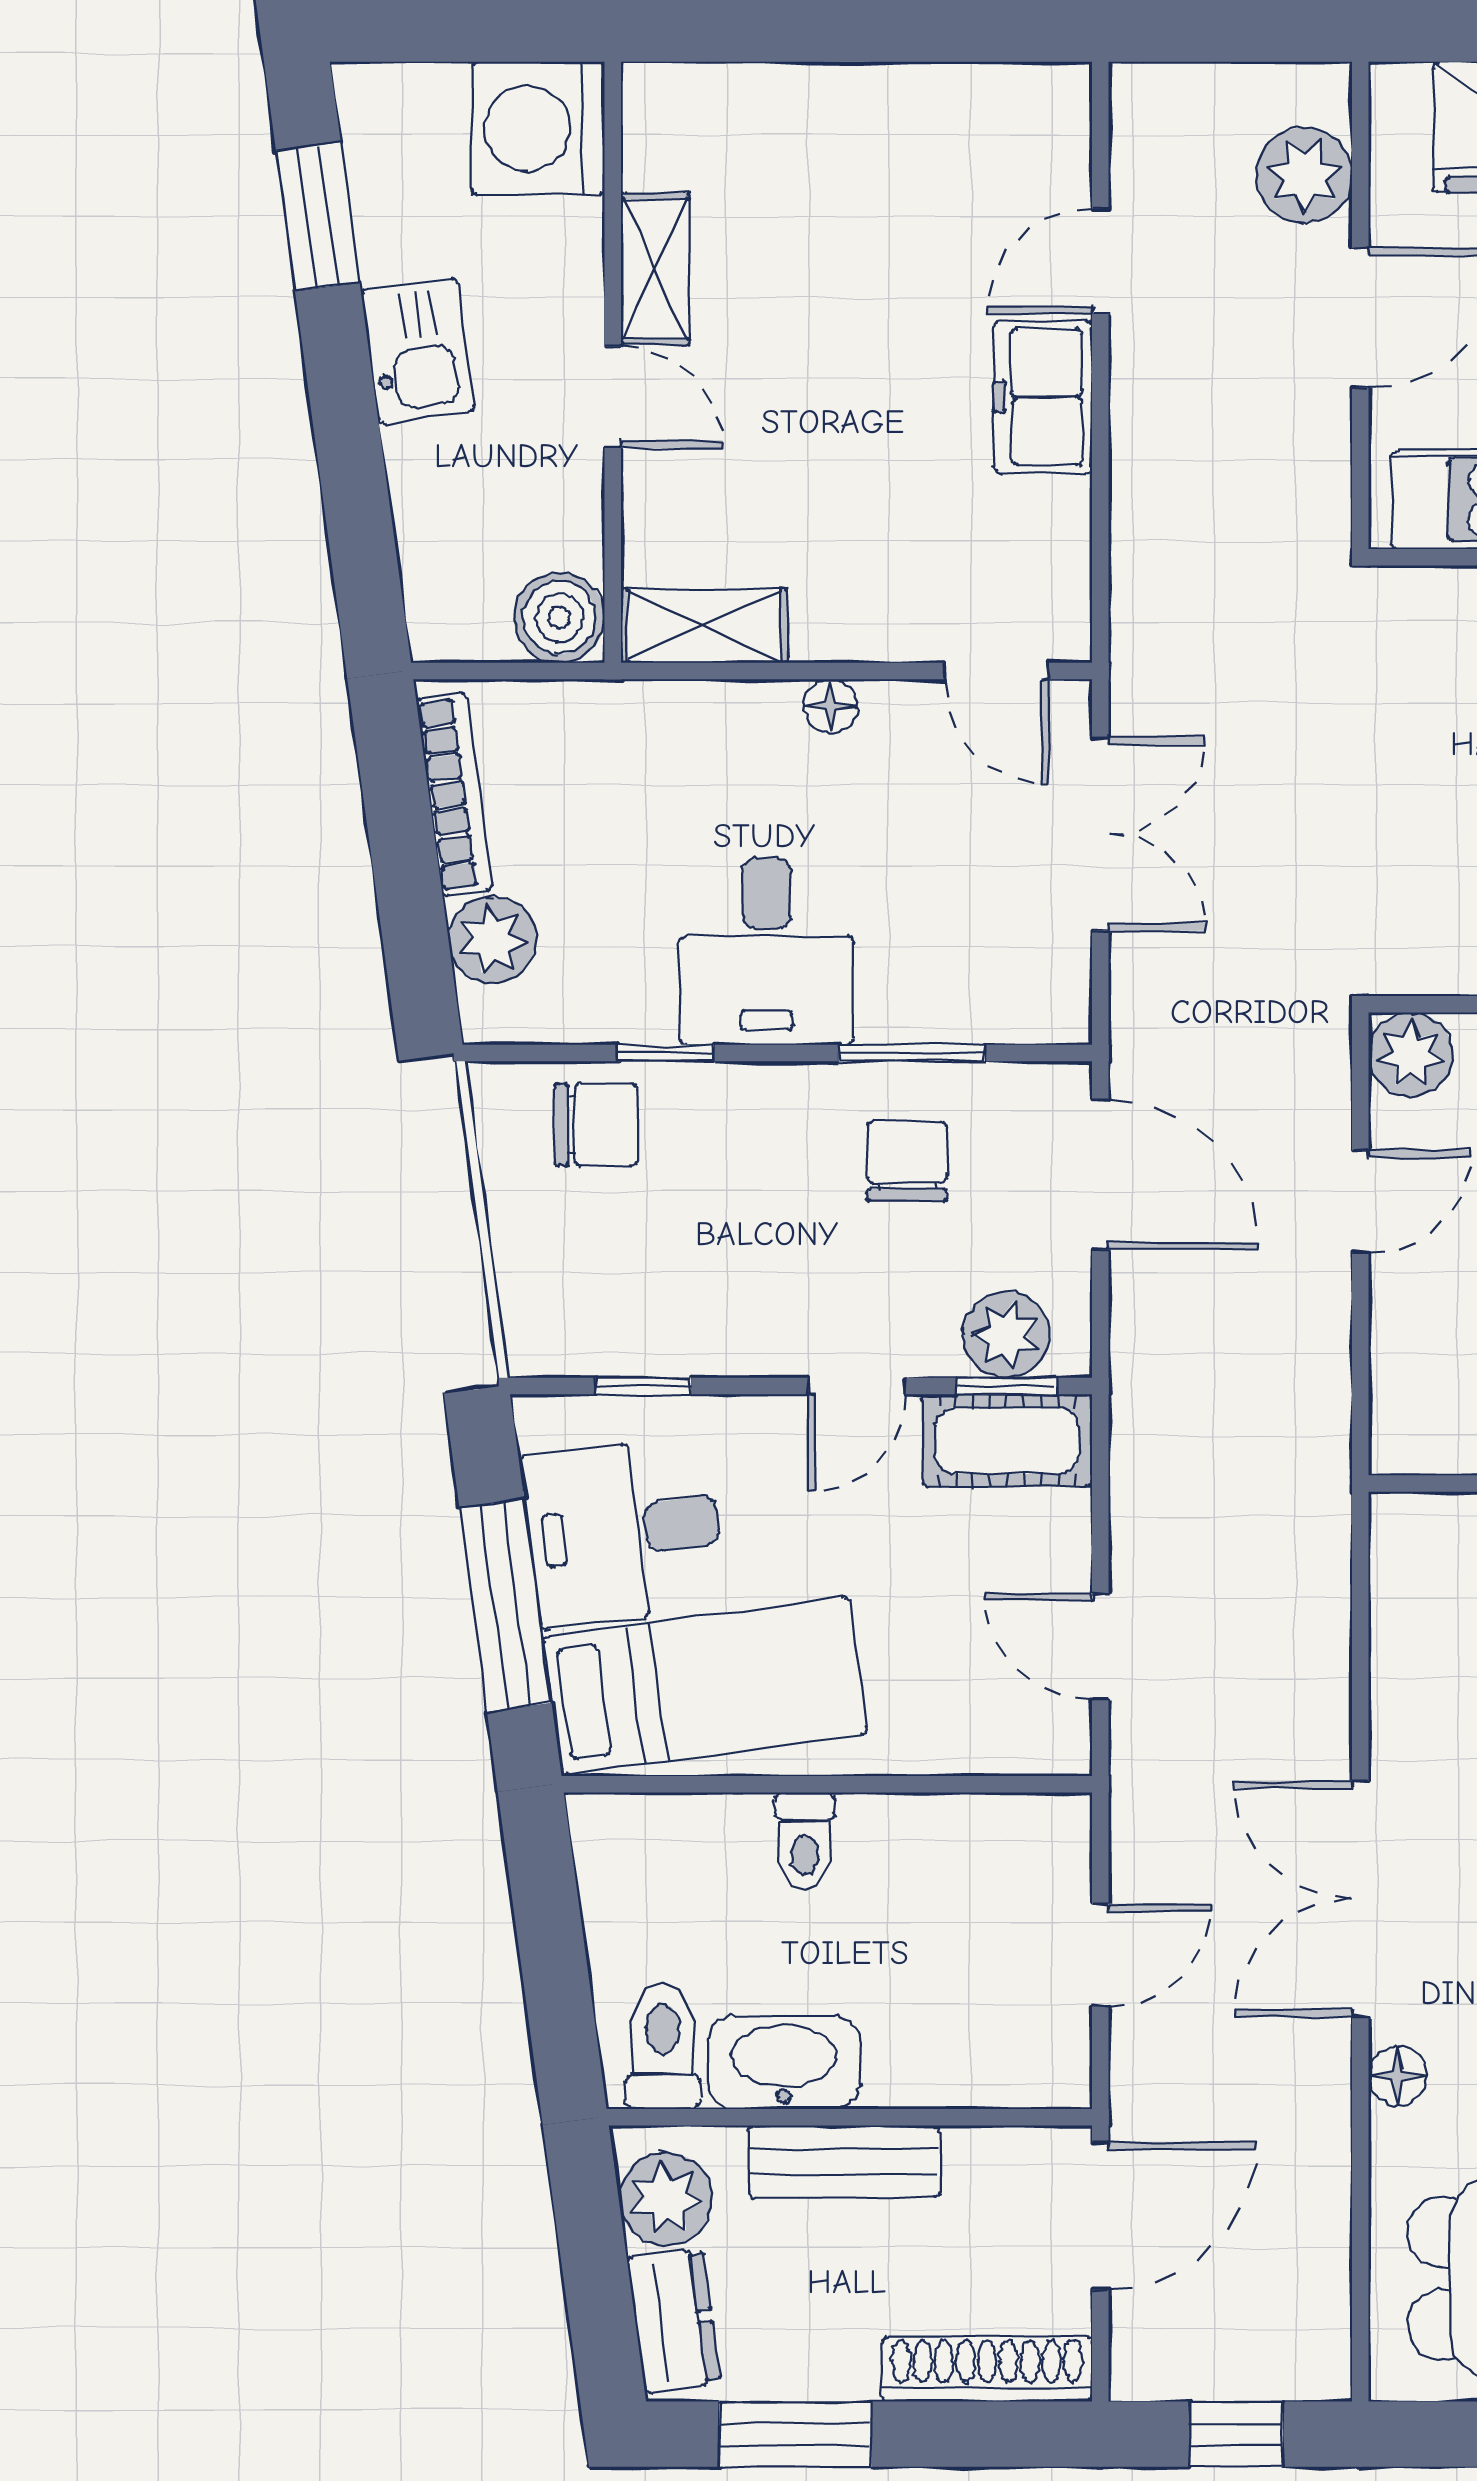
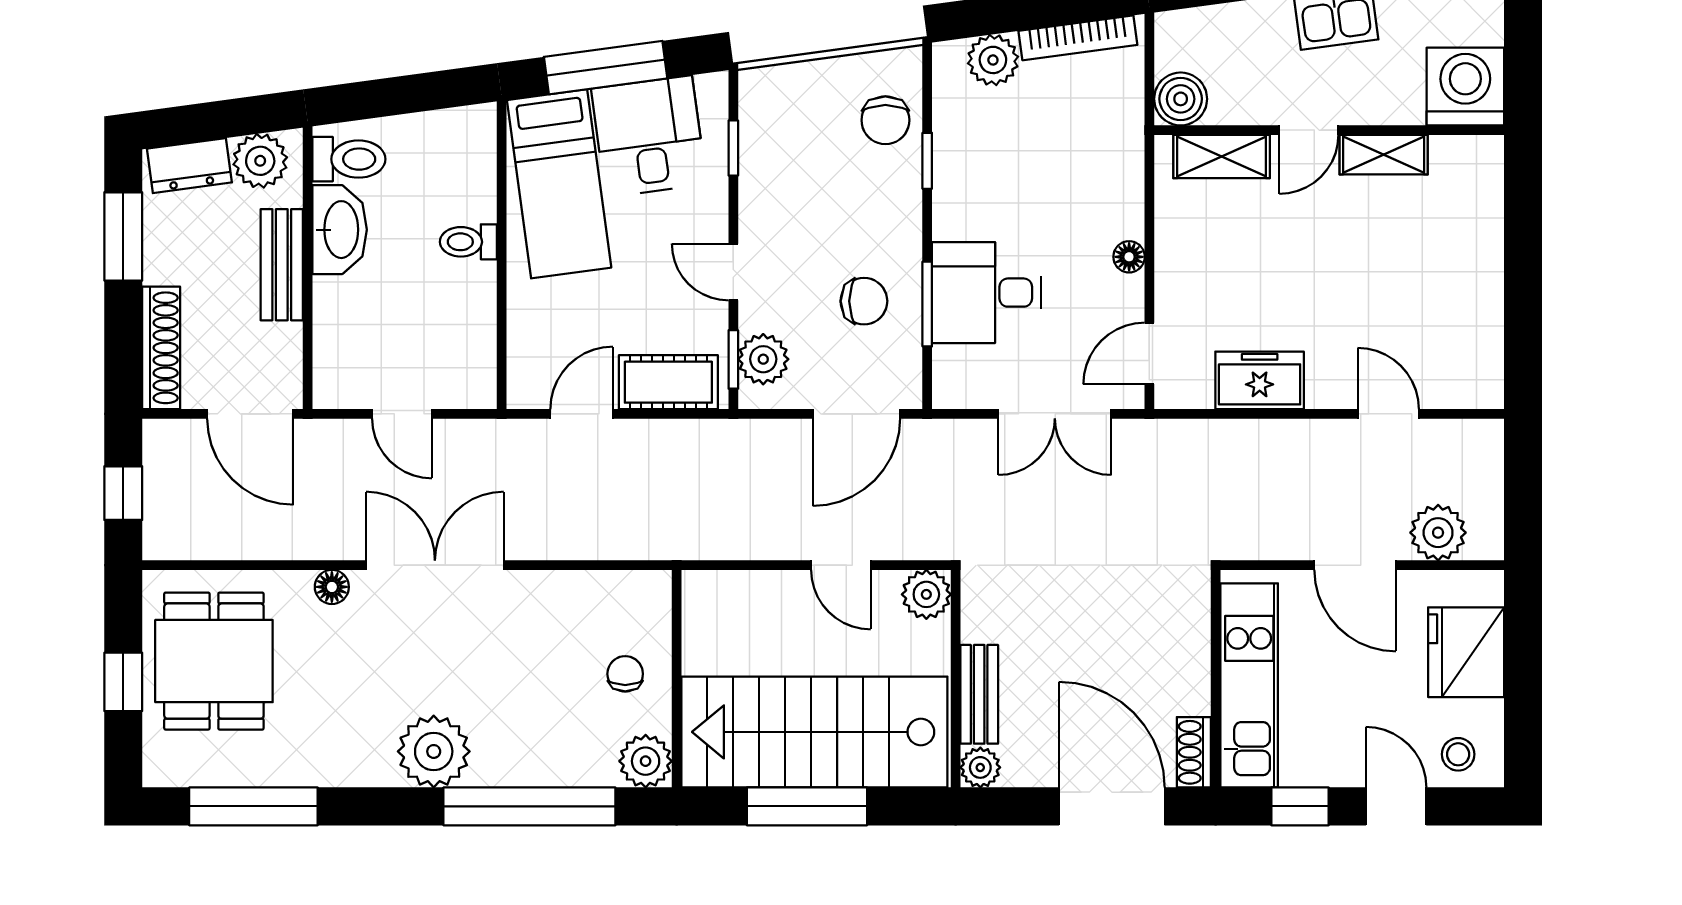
freezer: (1043, 397) -> (1260, 380), moved
shelving: (704, 626) -> (1222, 157), moved, turned 90
desk: (766, 951) -> (986, 293), moved
cot: (1007, 1441) -> (668, 382), moved, turned 90

